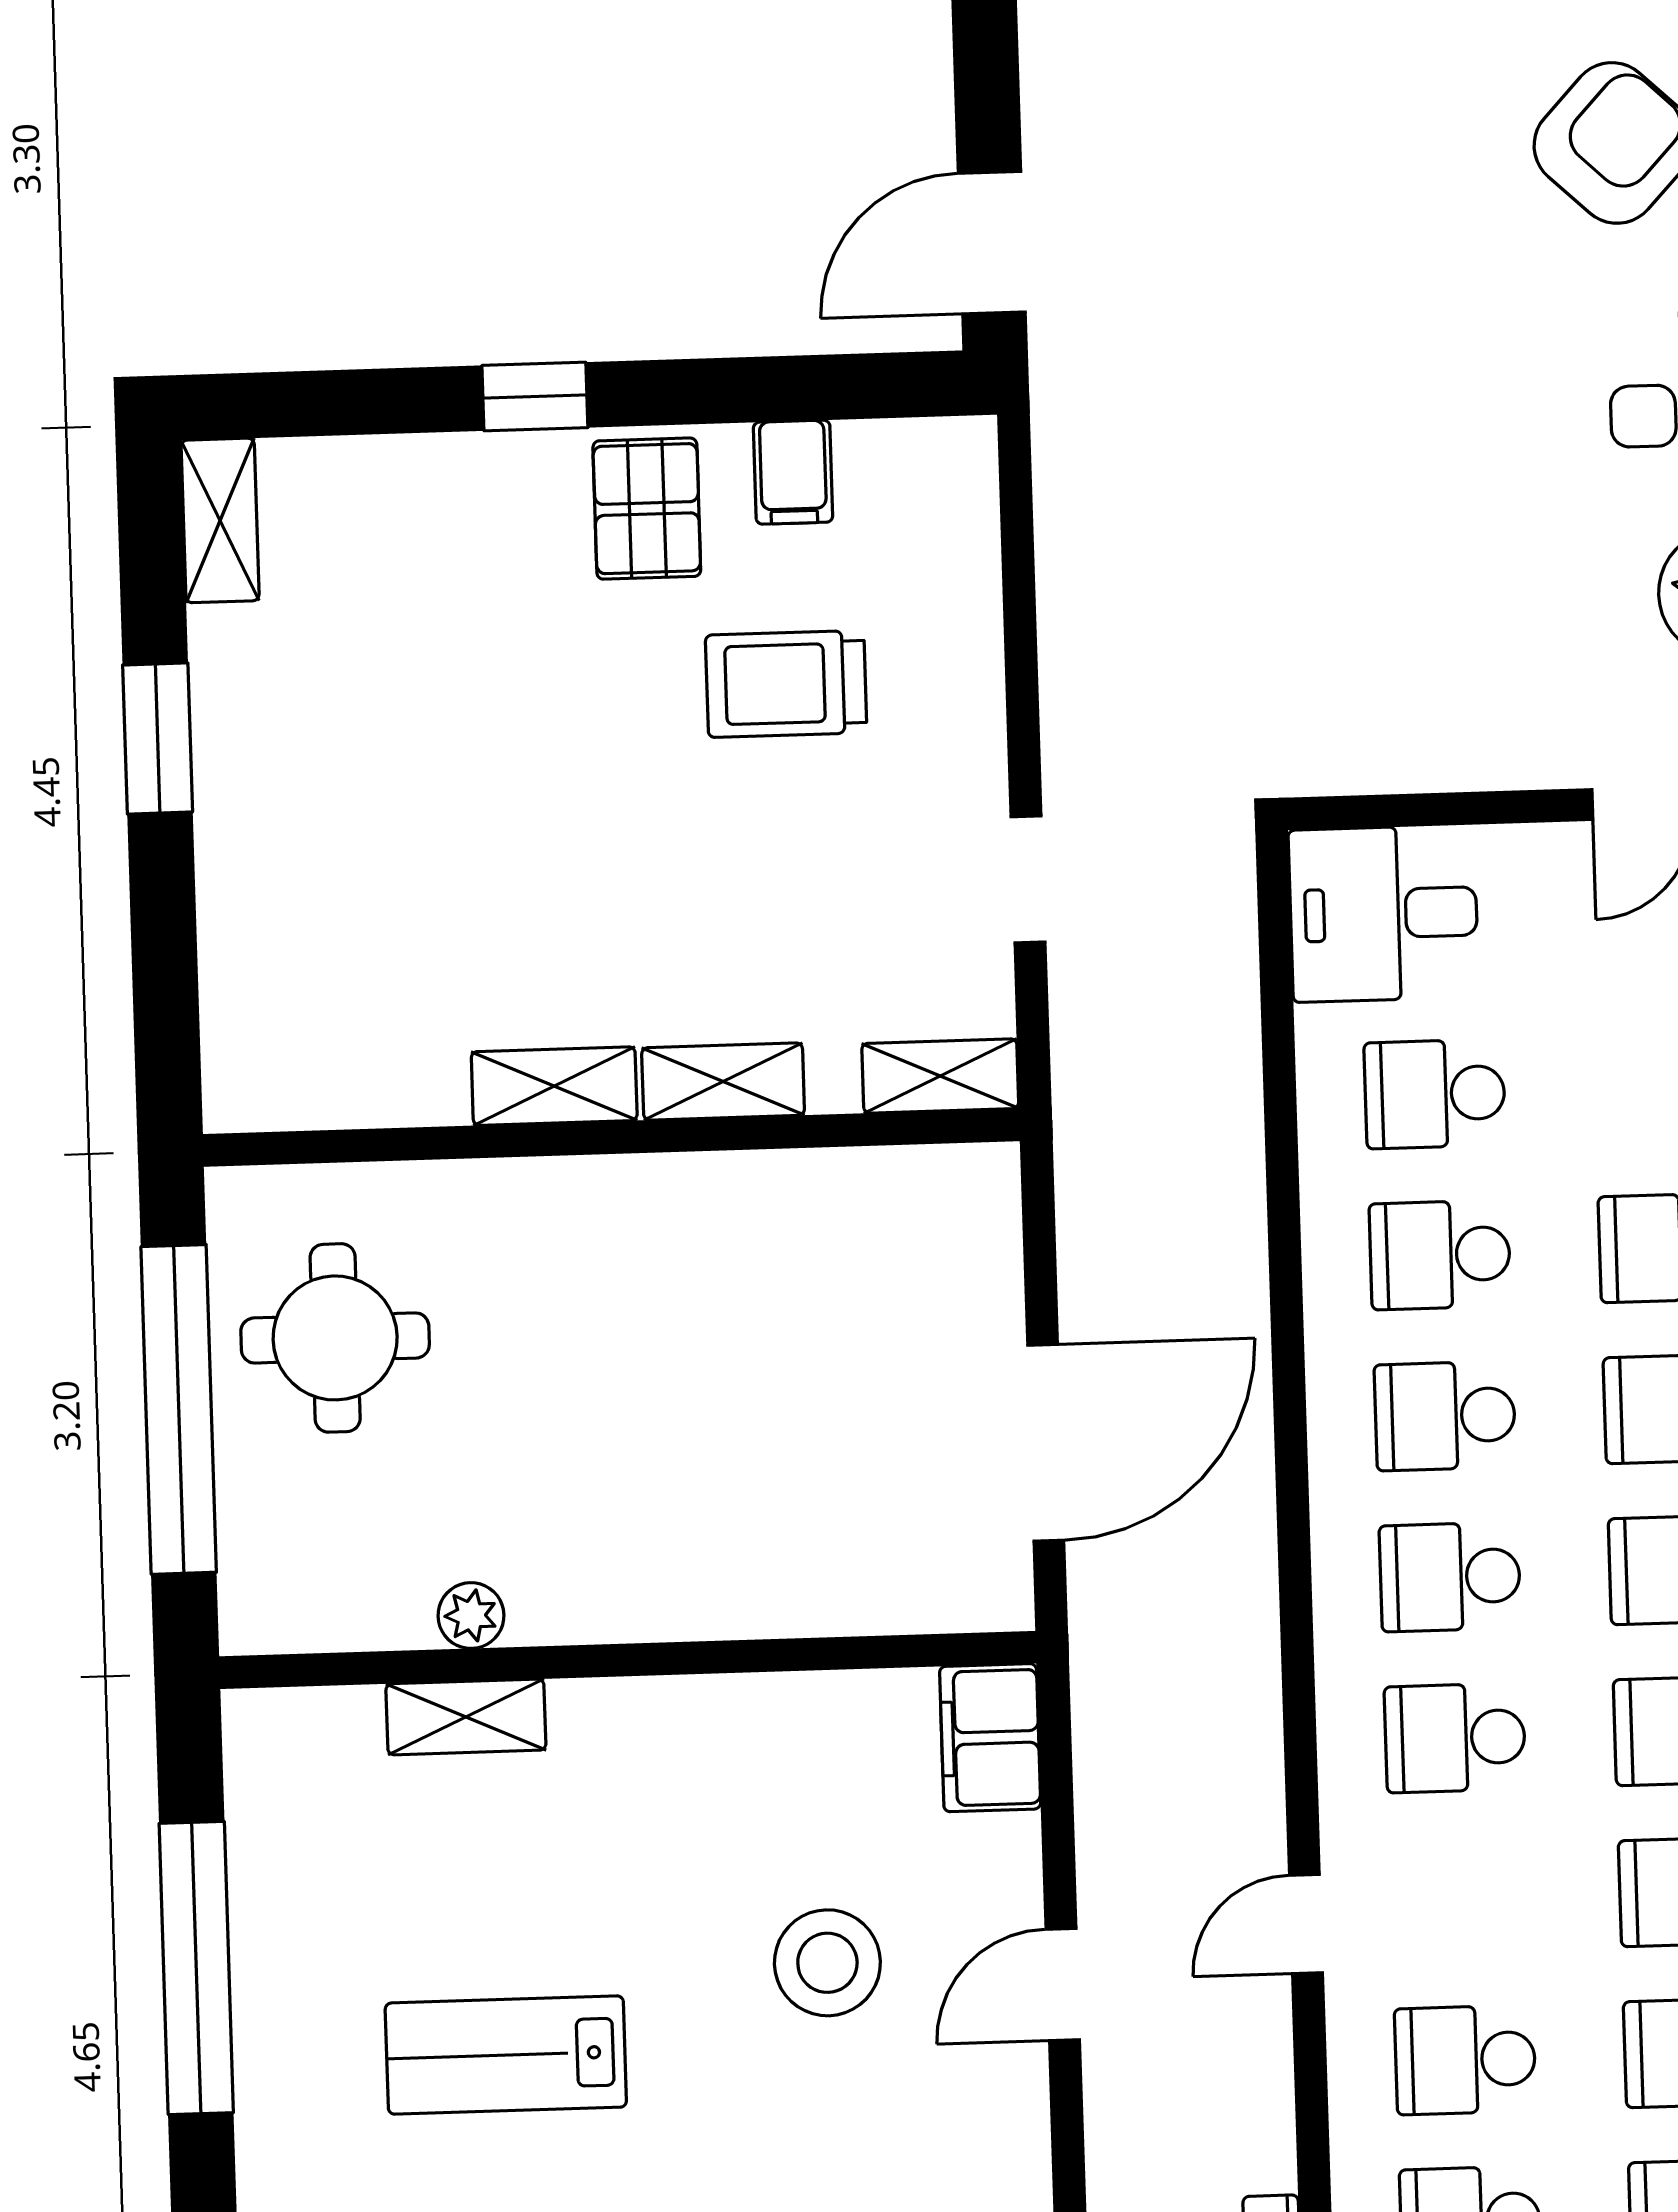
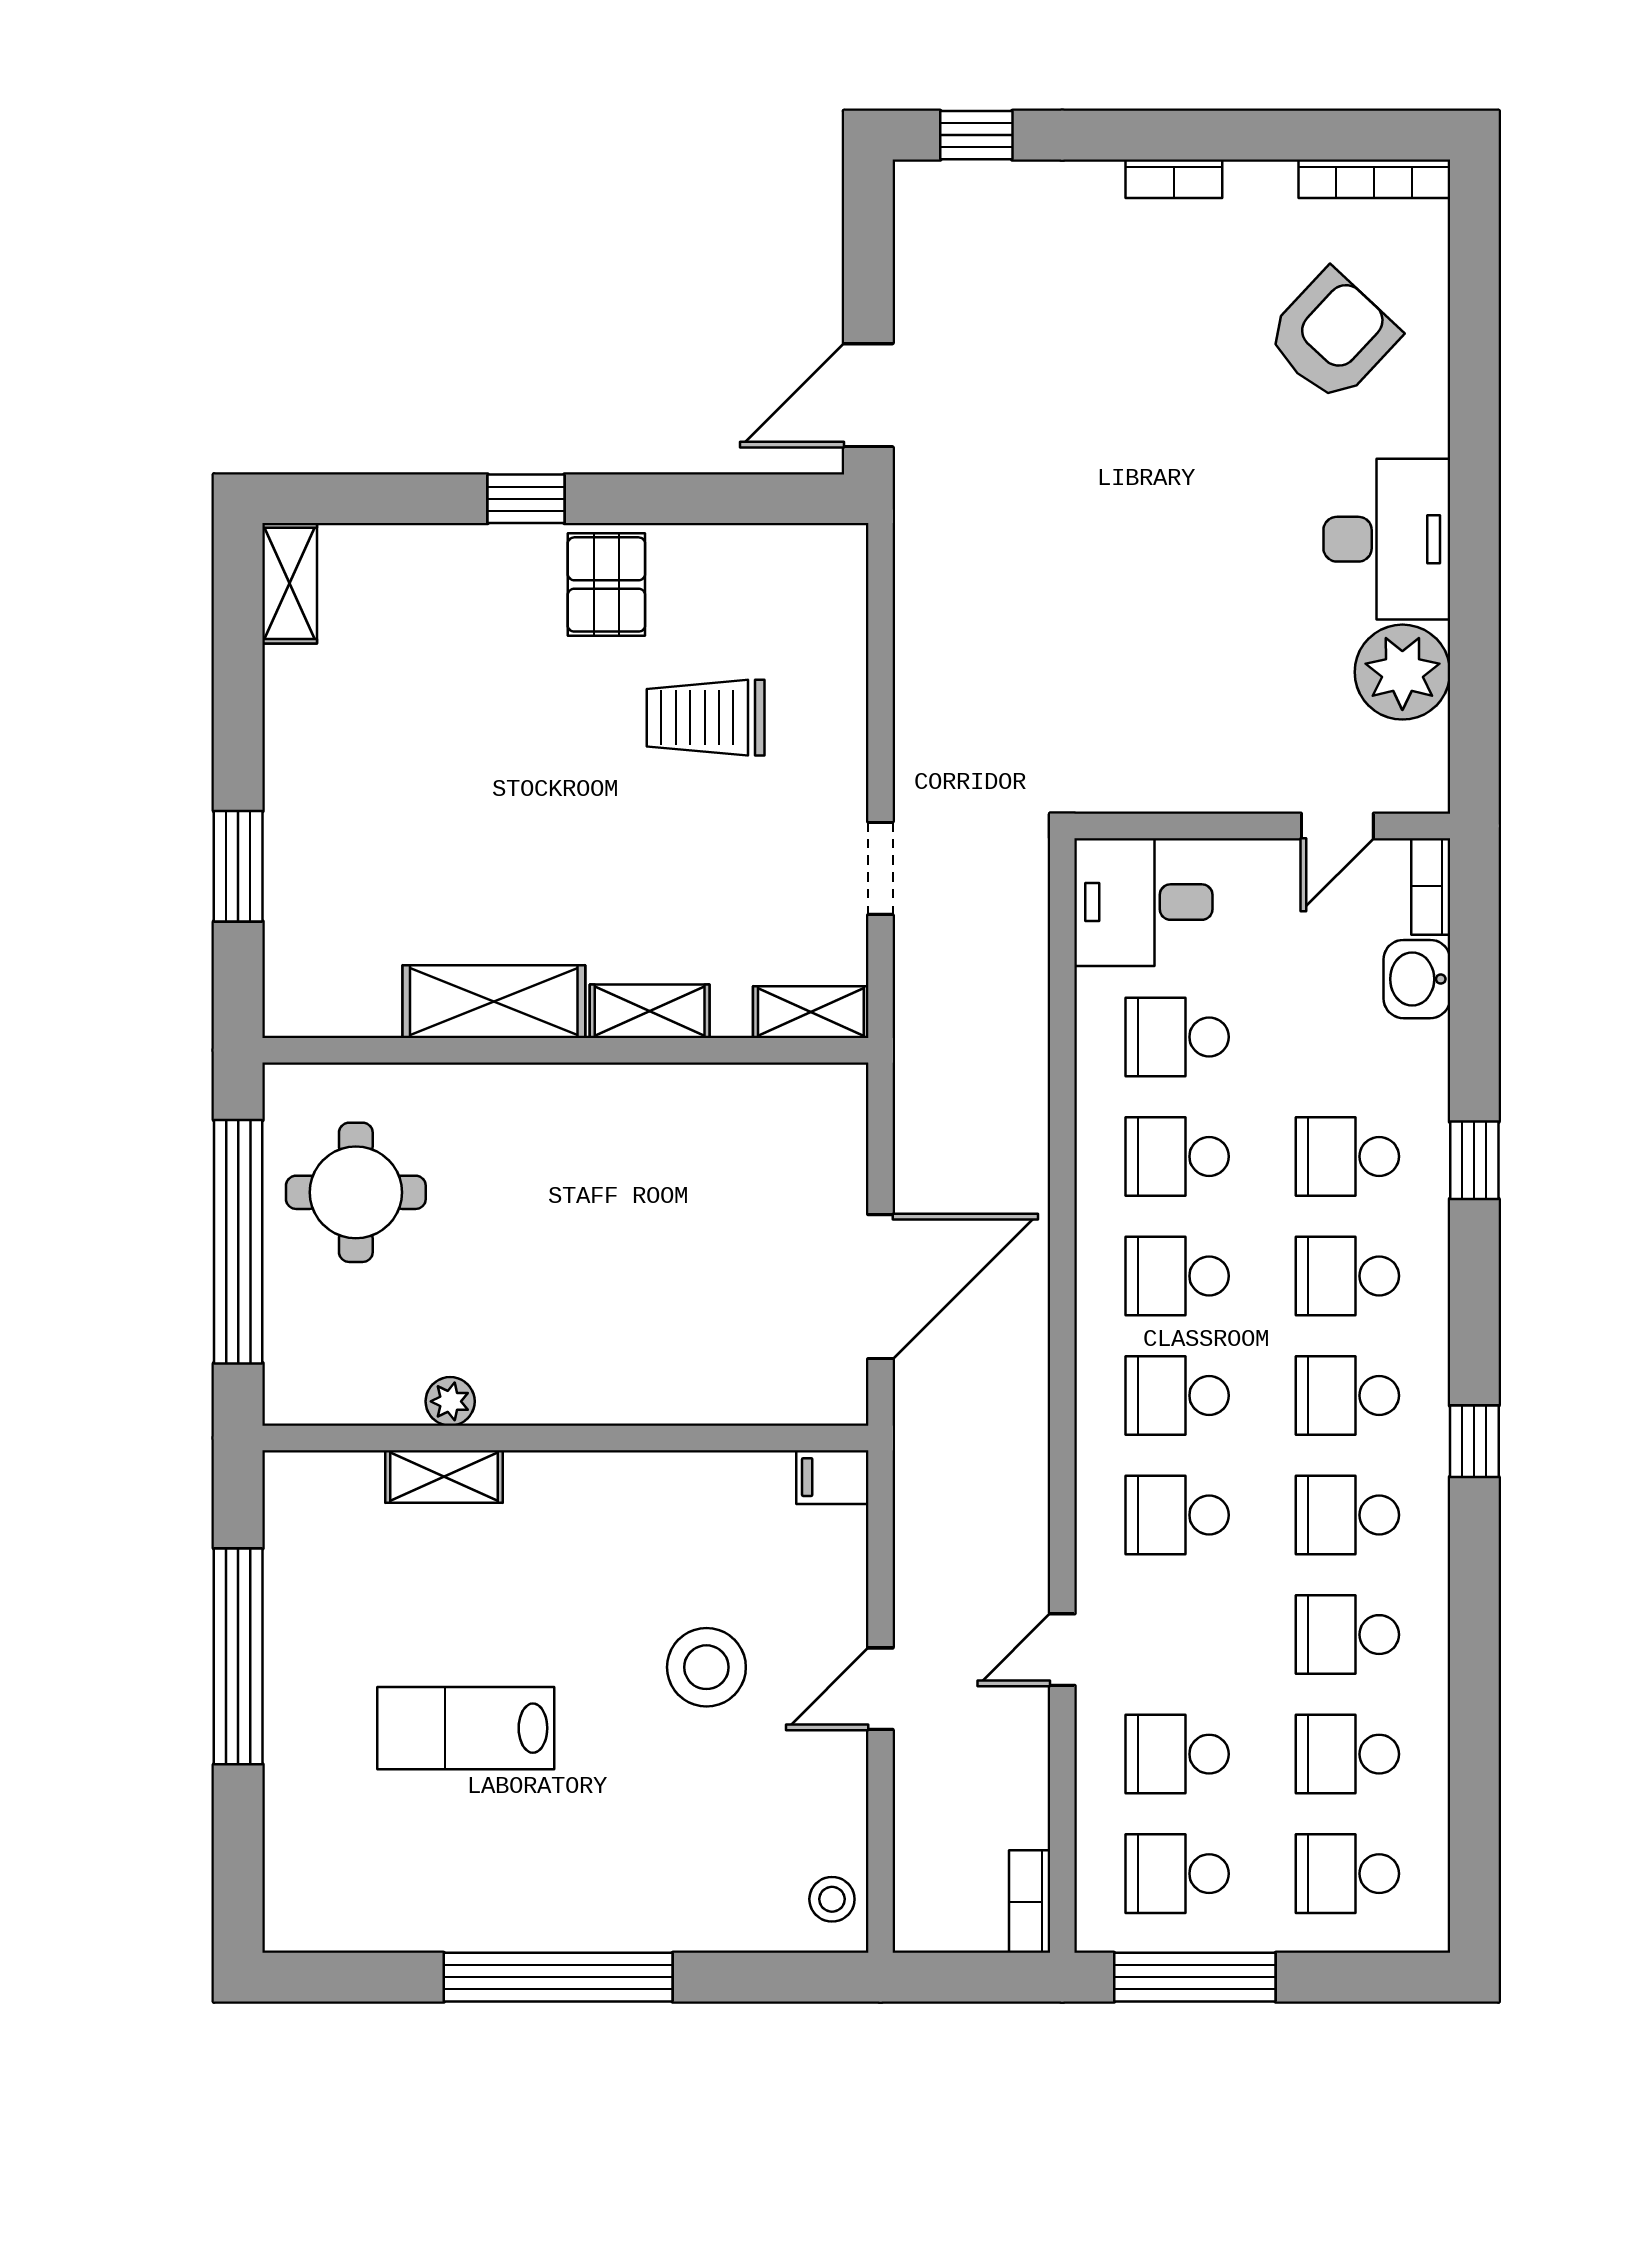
filing cabinet: (793, 472) -> (716, 561), removed
window: (158, 738) -> (238, 866), moved
shelving: (554, 1086) -> (494, 1002), width x1.50, depth x1.33
filing cabinet: (990, 1738) -> (832, 1477), width x0.50

